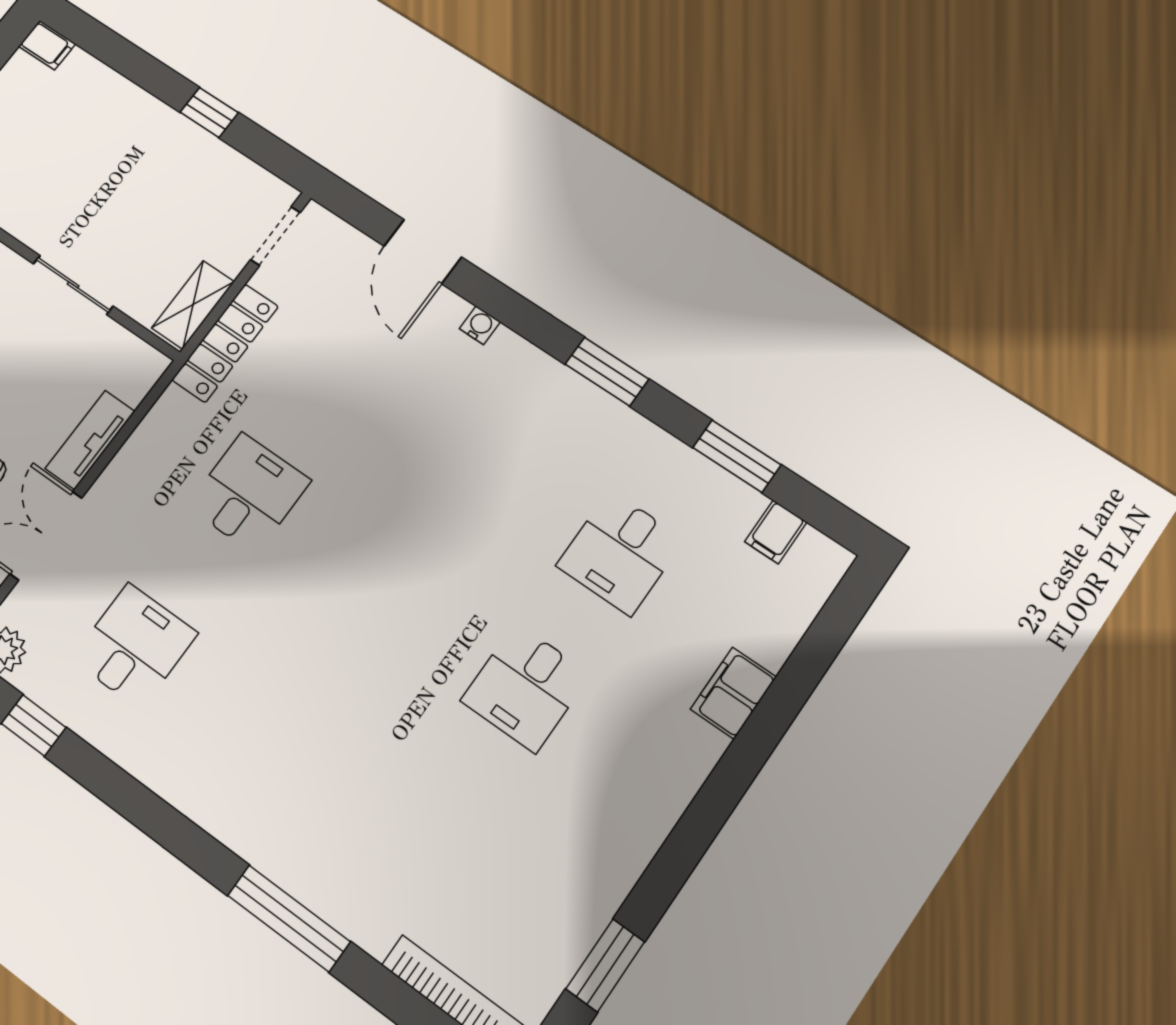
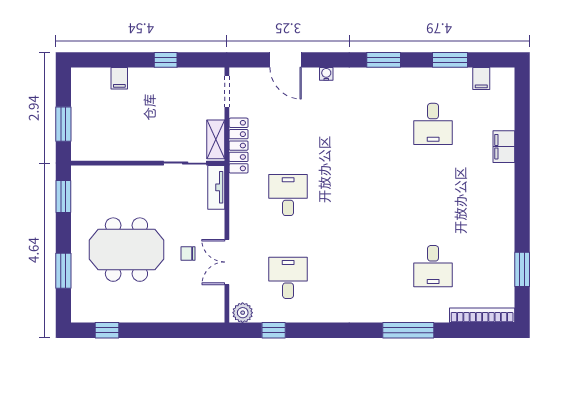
filing cabinet: (47, 45) -> (119, 78), moved, turned 90
sliding door: (73, 285) -> (185, 163), moved
tv unit: (90, 440) -> (216, 187), moved
desk: (526, 687) -> (433, 266), moved

